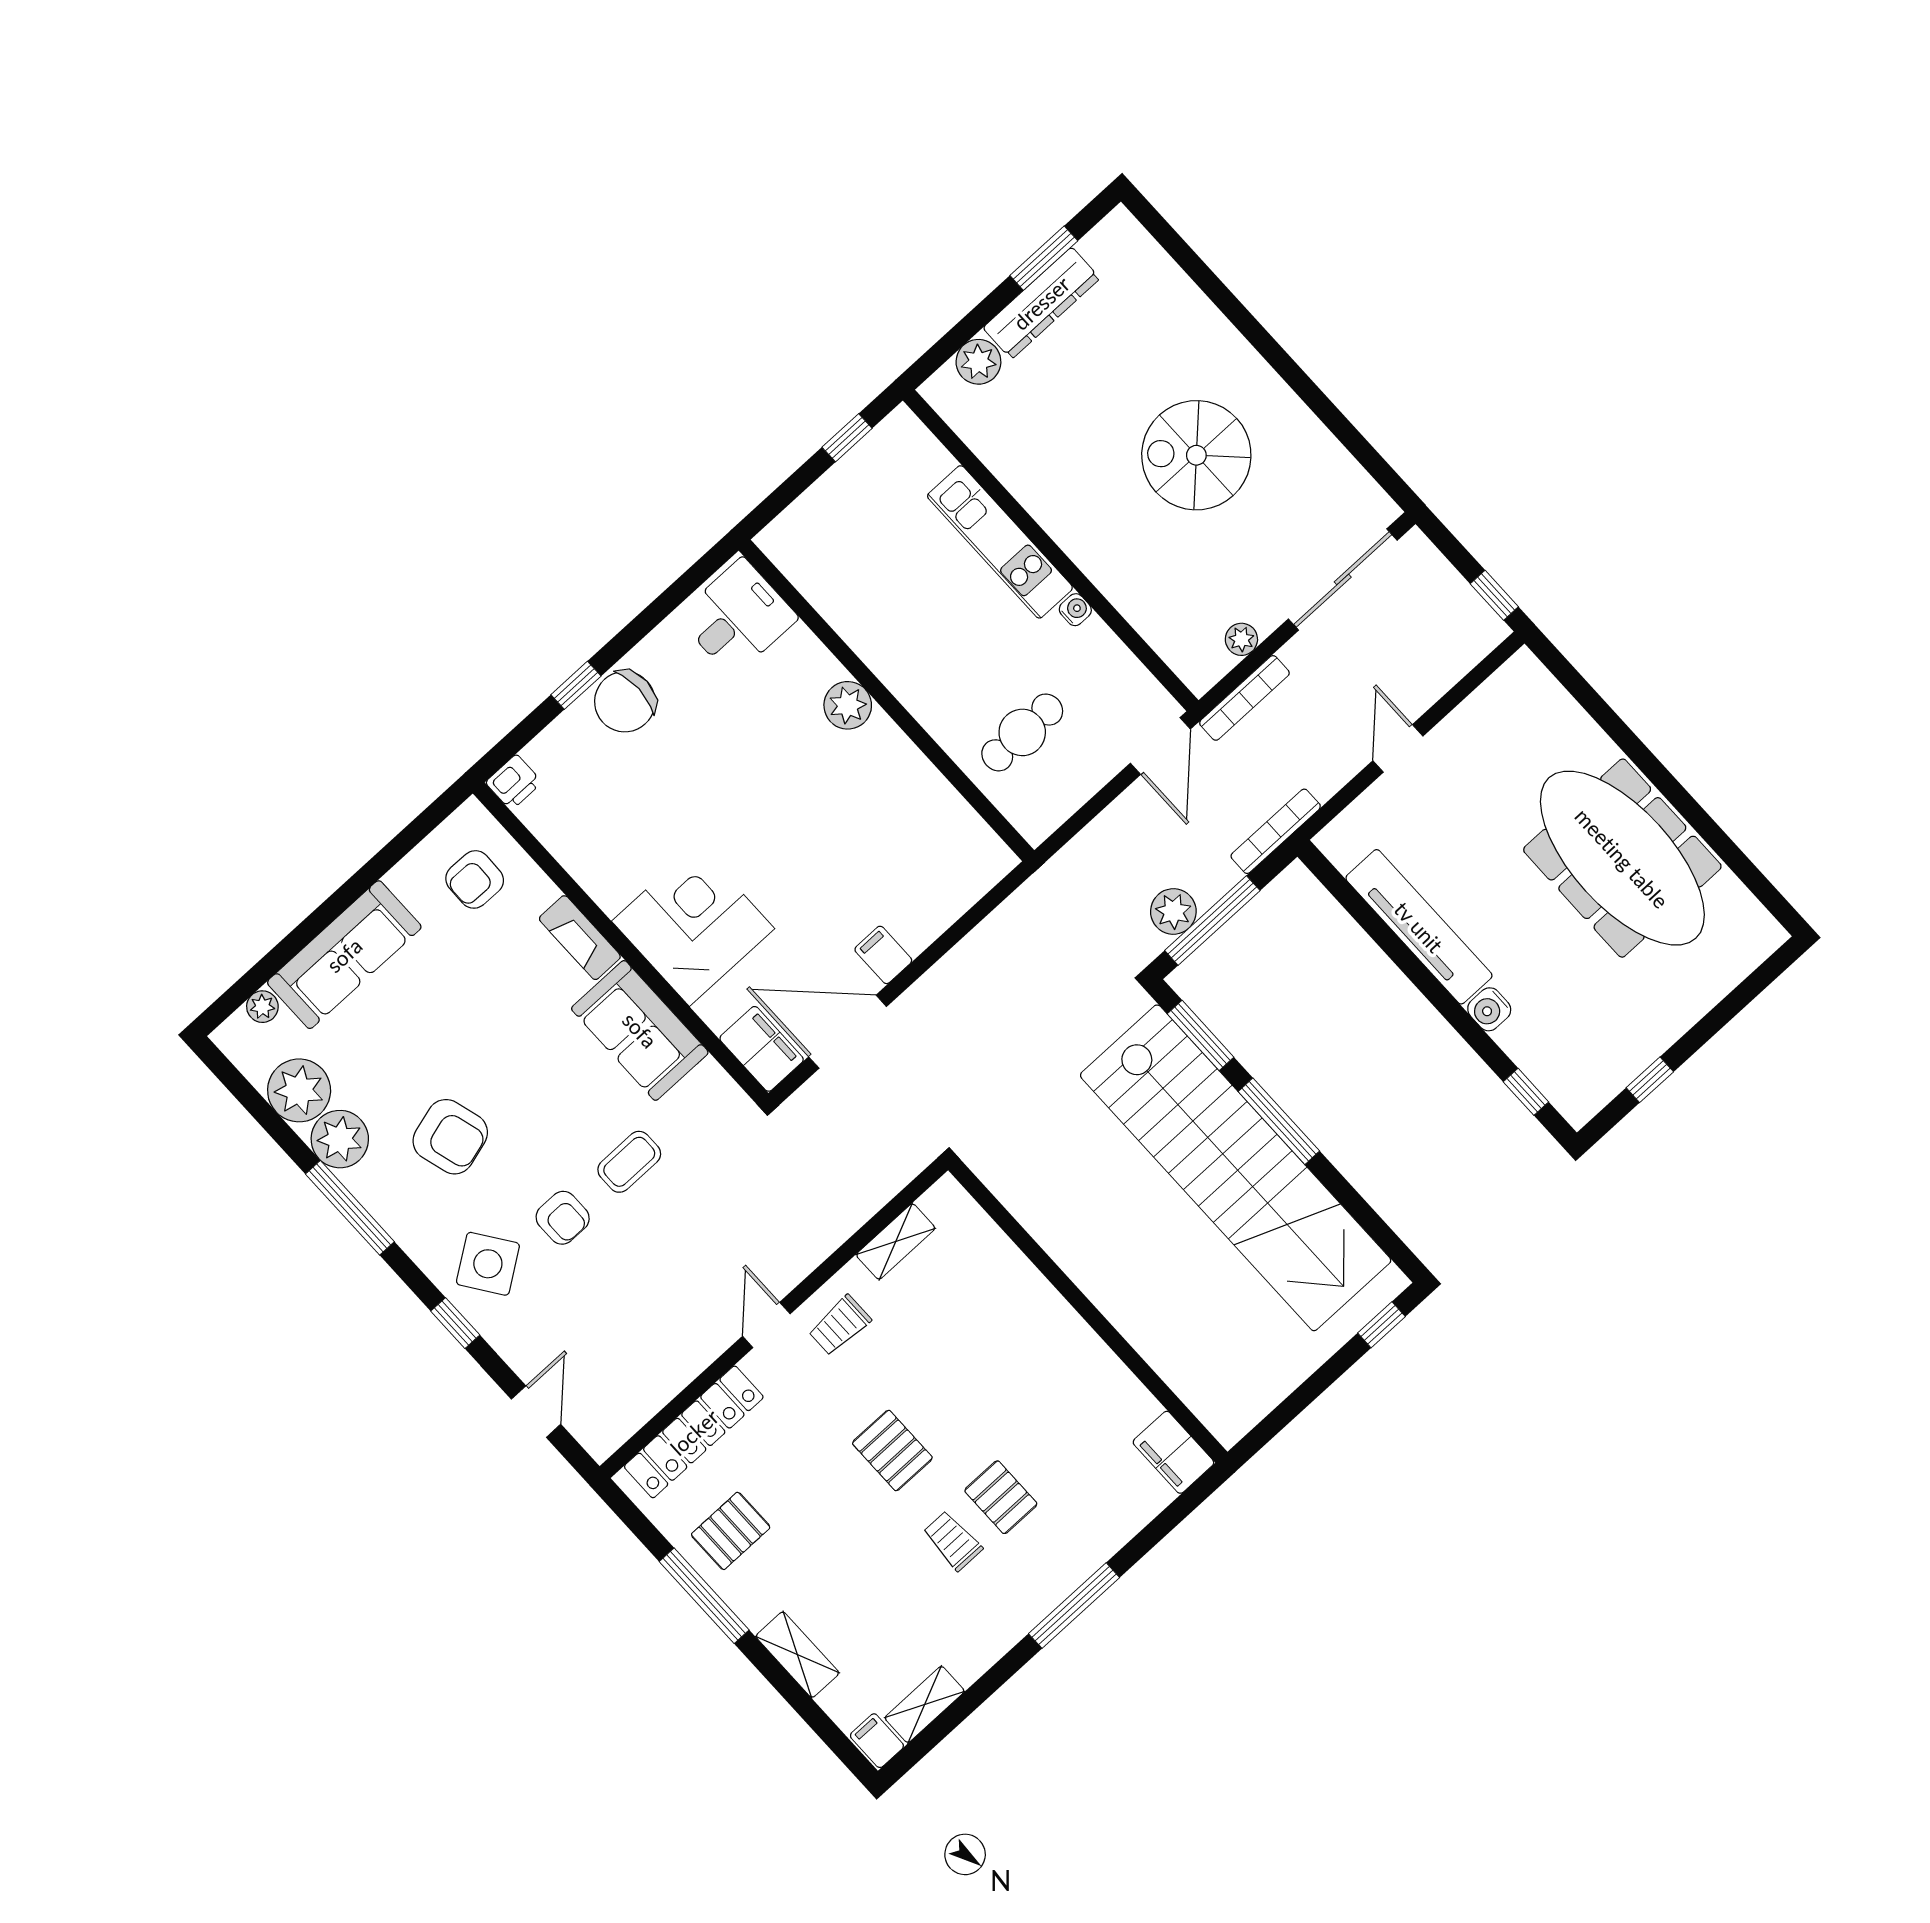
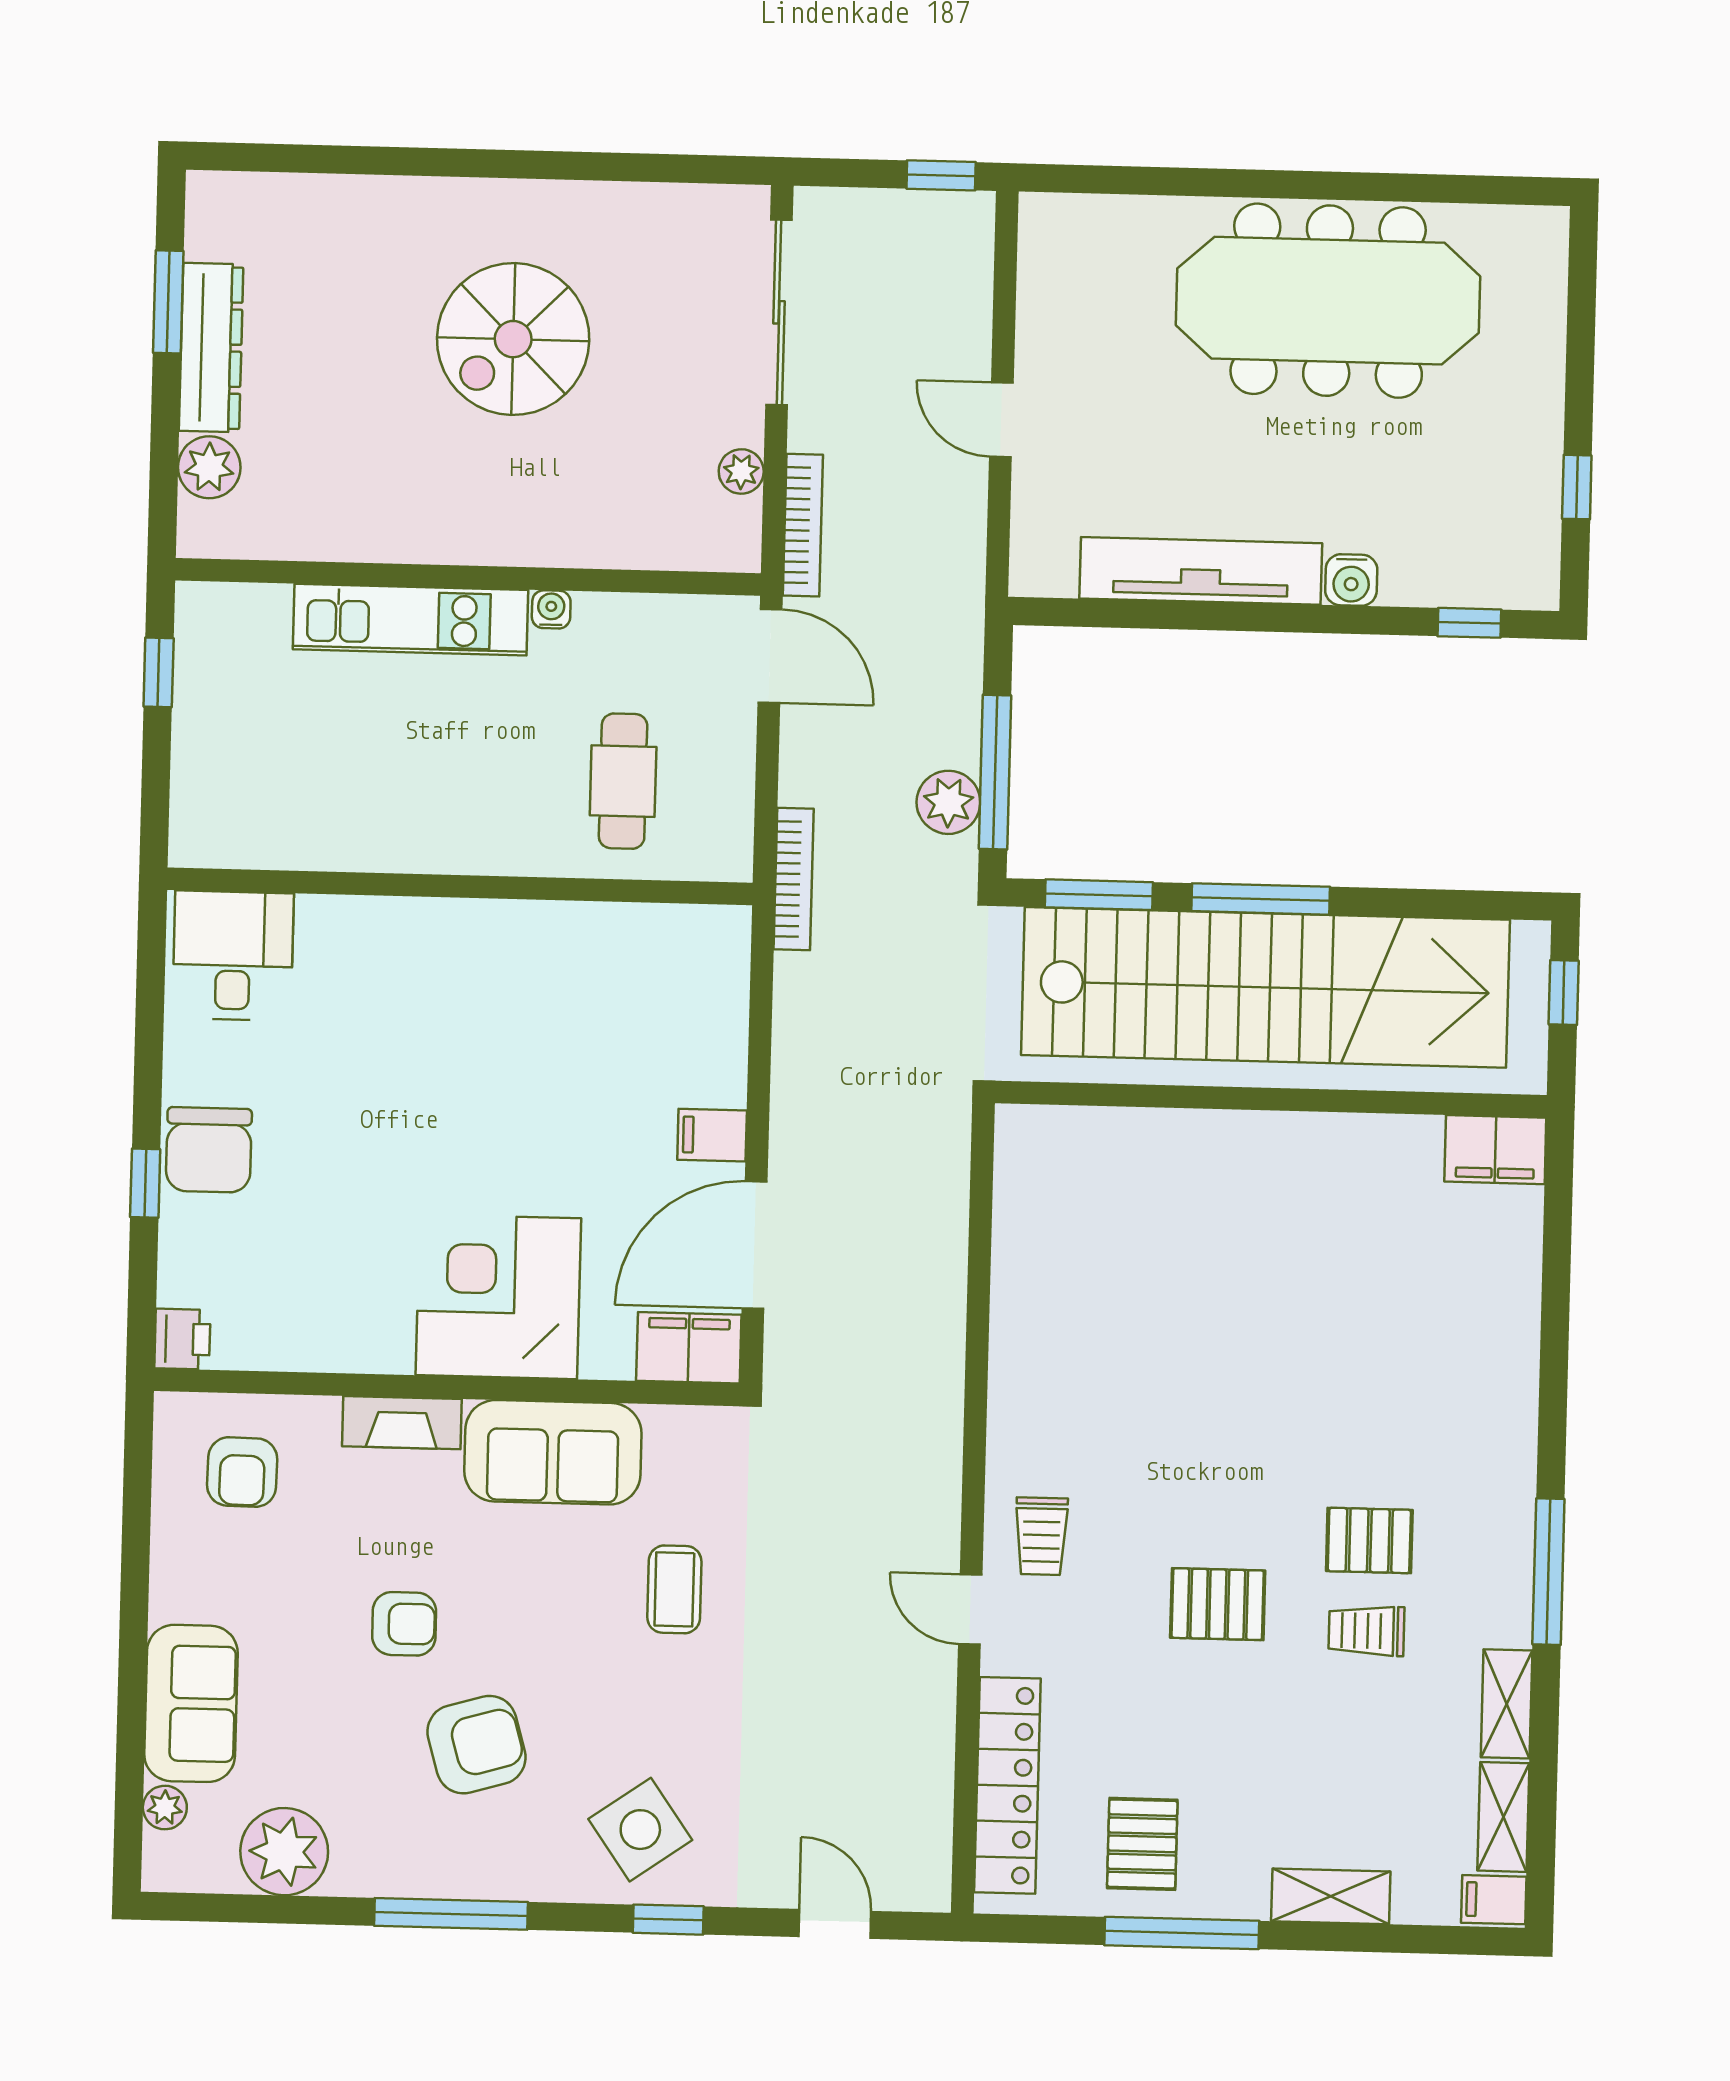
plant: (848, 705) -> (427, 930), removed
bookcase: (1276, 831) -> (794, 879), moved, turned 180
sofa: (344, 955) -> (191, 1703), width x0.73
plant: (340, 1139) -> (372, 1858), removed
armchair: (563, 1218) -> (404, 1624), moved
shelving: (896, 1242) -> (1507, 1704), moved
wall: (1088, 1311) -> (1271, 1099), moved
filing cabinet: (1173, 1452) -> (1495, 1150), moved

